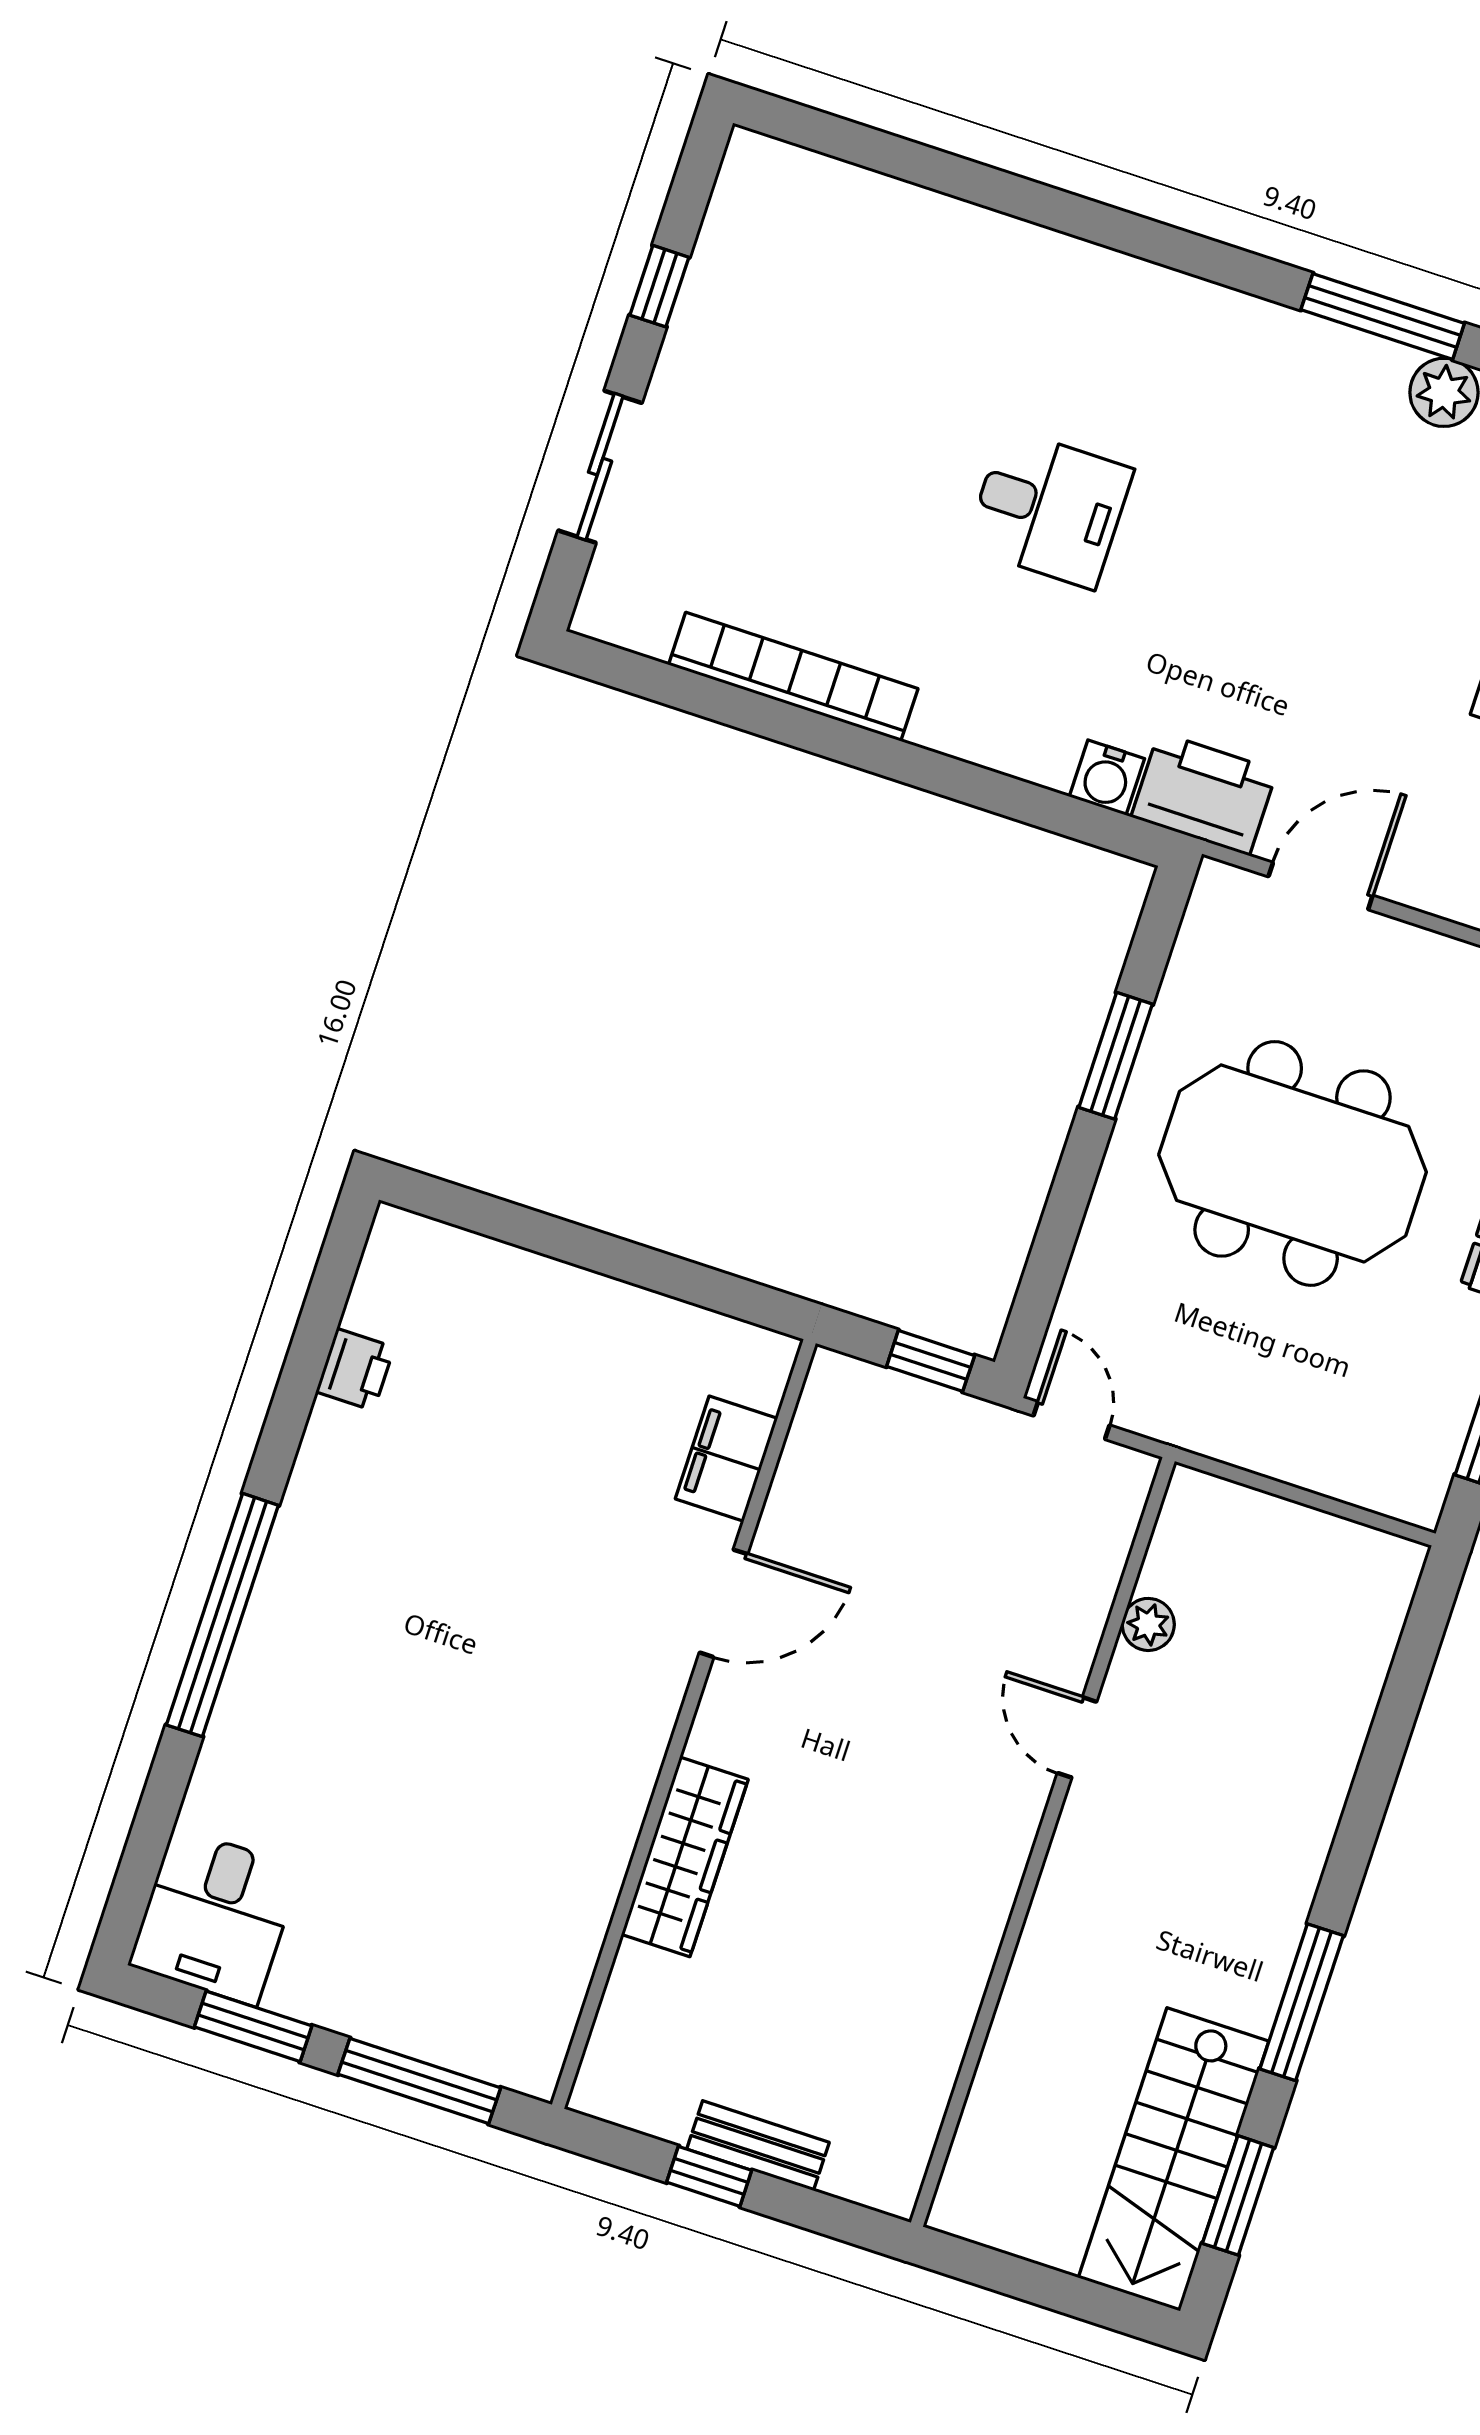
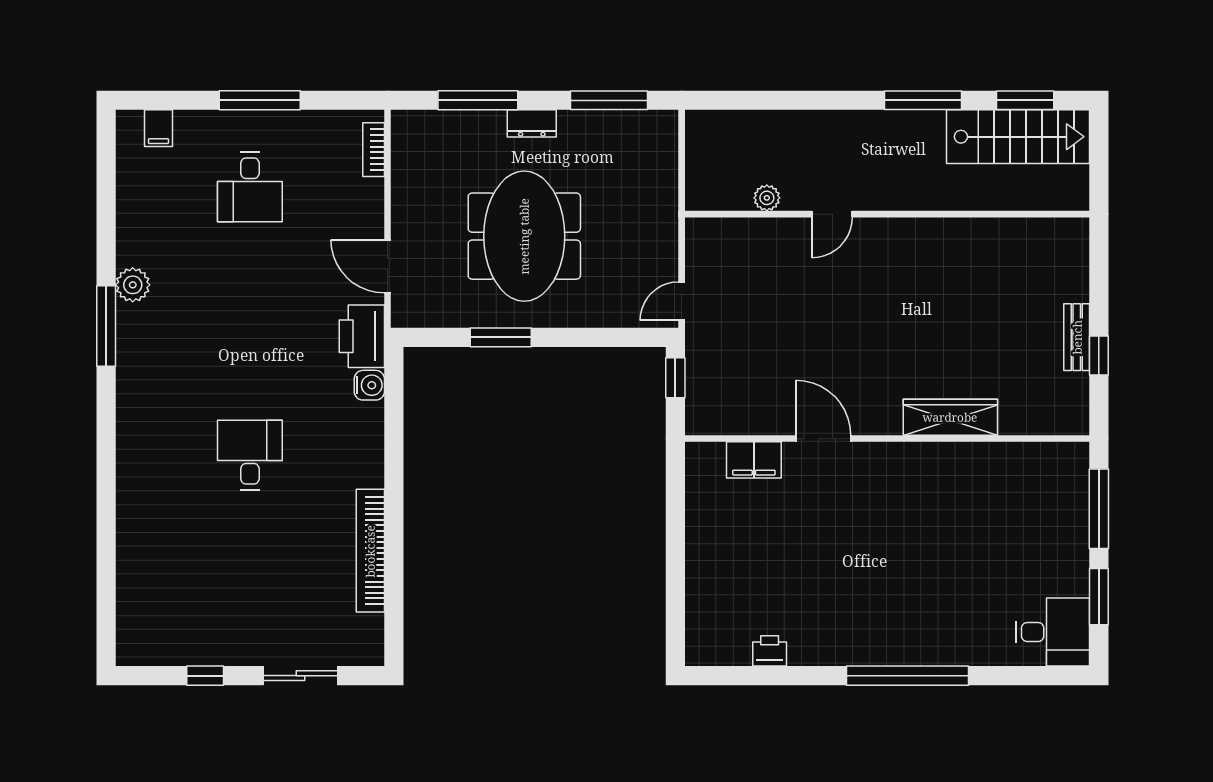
plant: (1148, 1624) -> (767, 198), moved
door: (1077, 1737) -> (832, 214), moved
wall: (1043, 1842) -> (887, 214), moved

